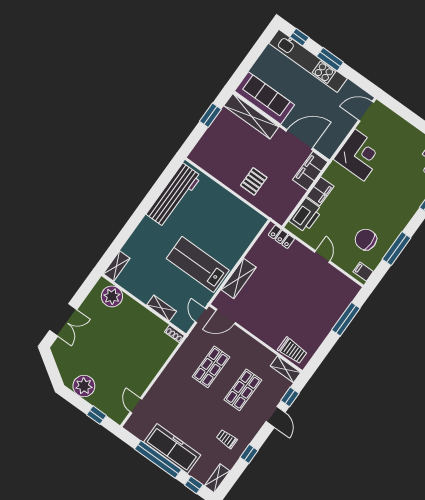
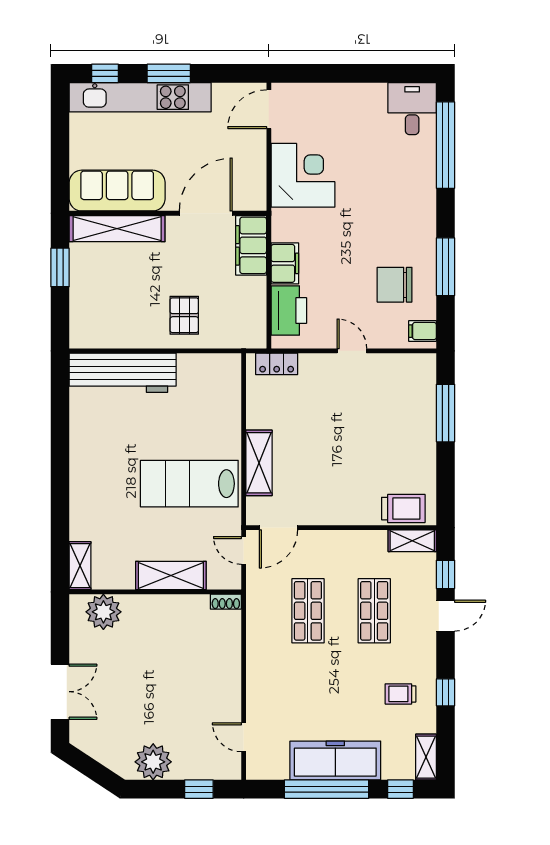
workbench: (174, 195) -> (123, 373), moved, turned 90
shelving: (162, 308) -> (171, 575), width x1.50, depth x1.33
door: (276, 417) -> (445, 616), hinge flipped

